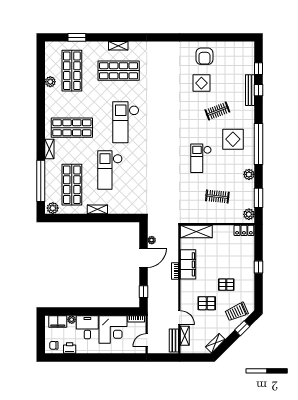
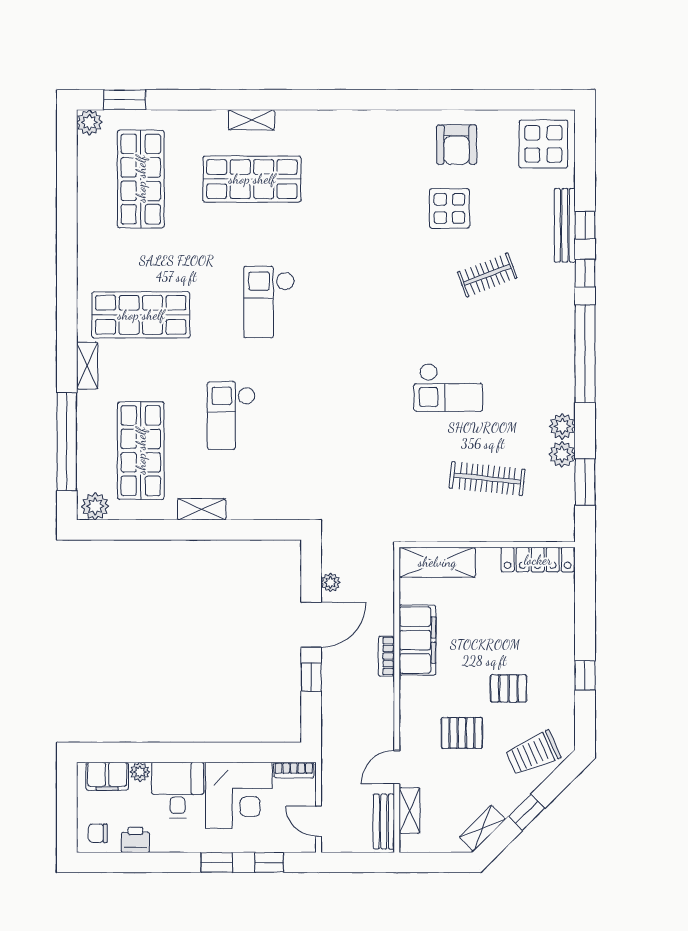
window: (77, 37) -> (125, 100), moved
window: (258, 69) -> (585, 273), moved
plant: (50, 82) -> (89, 122), moved
checkout: (126, 122) -> (269, 302), width x0.73, depth x0.83
display table: (233, 139) -> (543, 144), moved
checkout: (201, 158) -> (448, 387), turned -90
checkout: (110, 170) -> (231, 416), width x0.73, depth x0.83
clothes rail: (217, 196) -> (487, 479), width x1.36
plant: (249, 214) -> (562, 454), moved
locker: (244, 230) -> (538, 560), width x1.53
window: (258, 267) -> (585, 675), moved
window: (143, 292) -> (311, 677), moved
door: (179, 318) -> (397, 767), swing flipped
window: (242, 328) -> (527, 812), moved
door: (147, 340) -> (319, 821), hinge flipped
window: (104, 358) -> (217, 862), added
window: (126, 358) -> (269, 862), added

